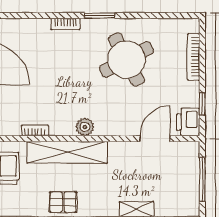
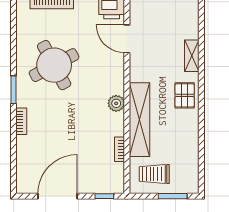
pallet: (63, 202) -> (185, 95), moved

